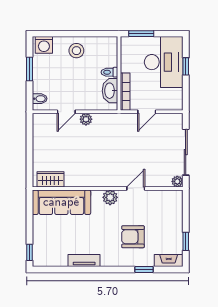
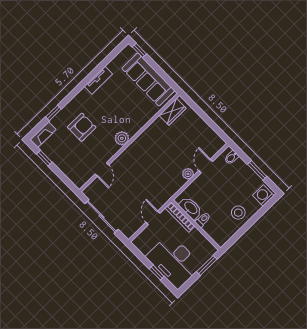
plant: (177, 181) -> (88, 192), removed
door: (136, 188) -> (102, 170), moved
sofa: (61, 202) -> (148, 79), moved, turned -90

